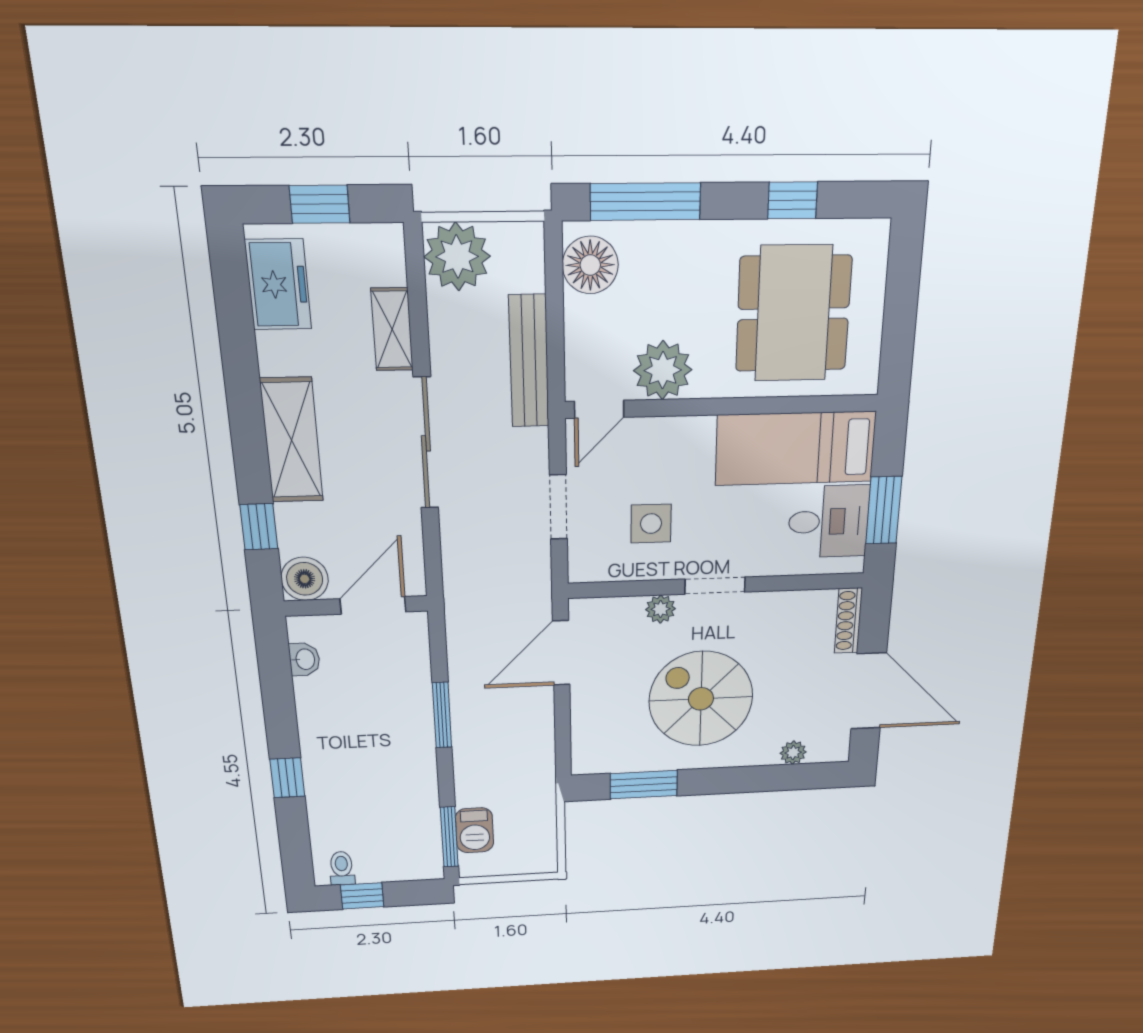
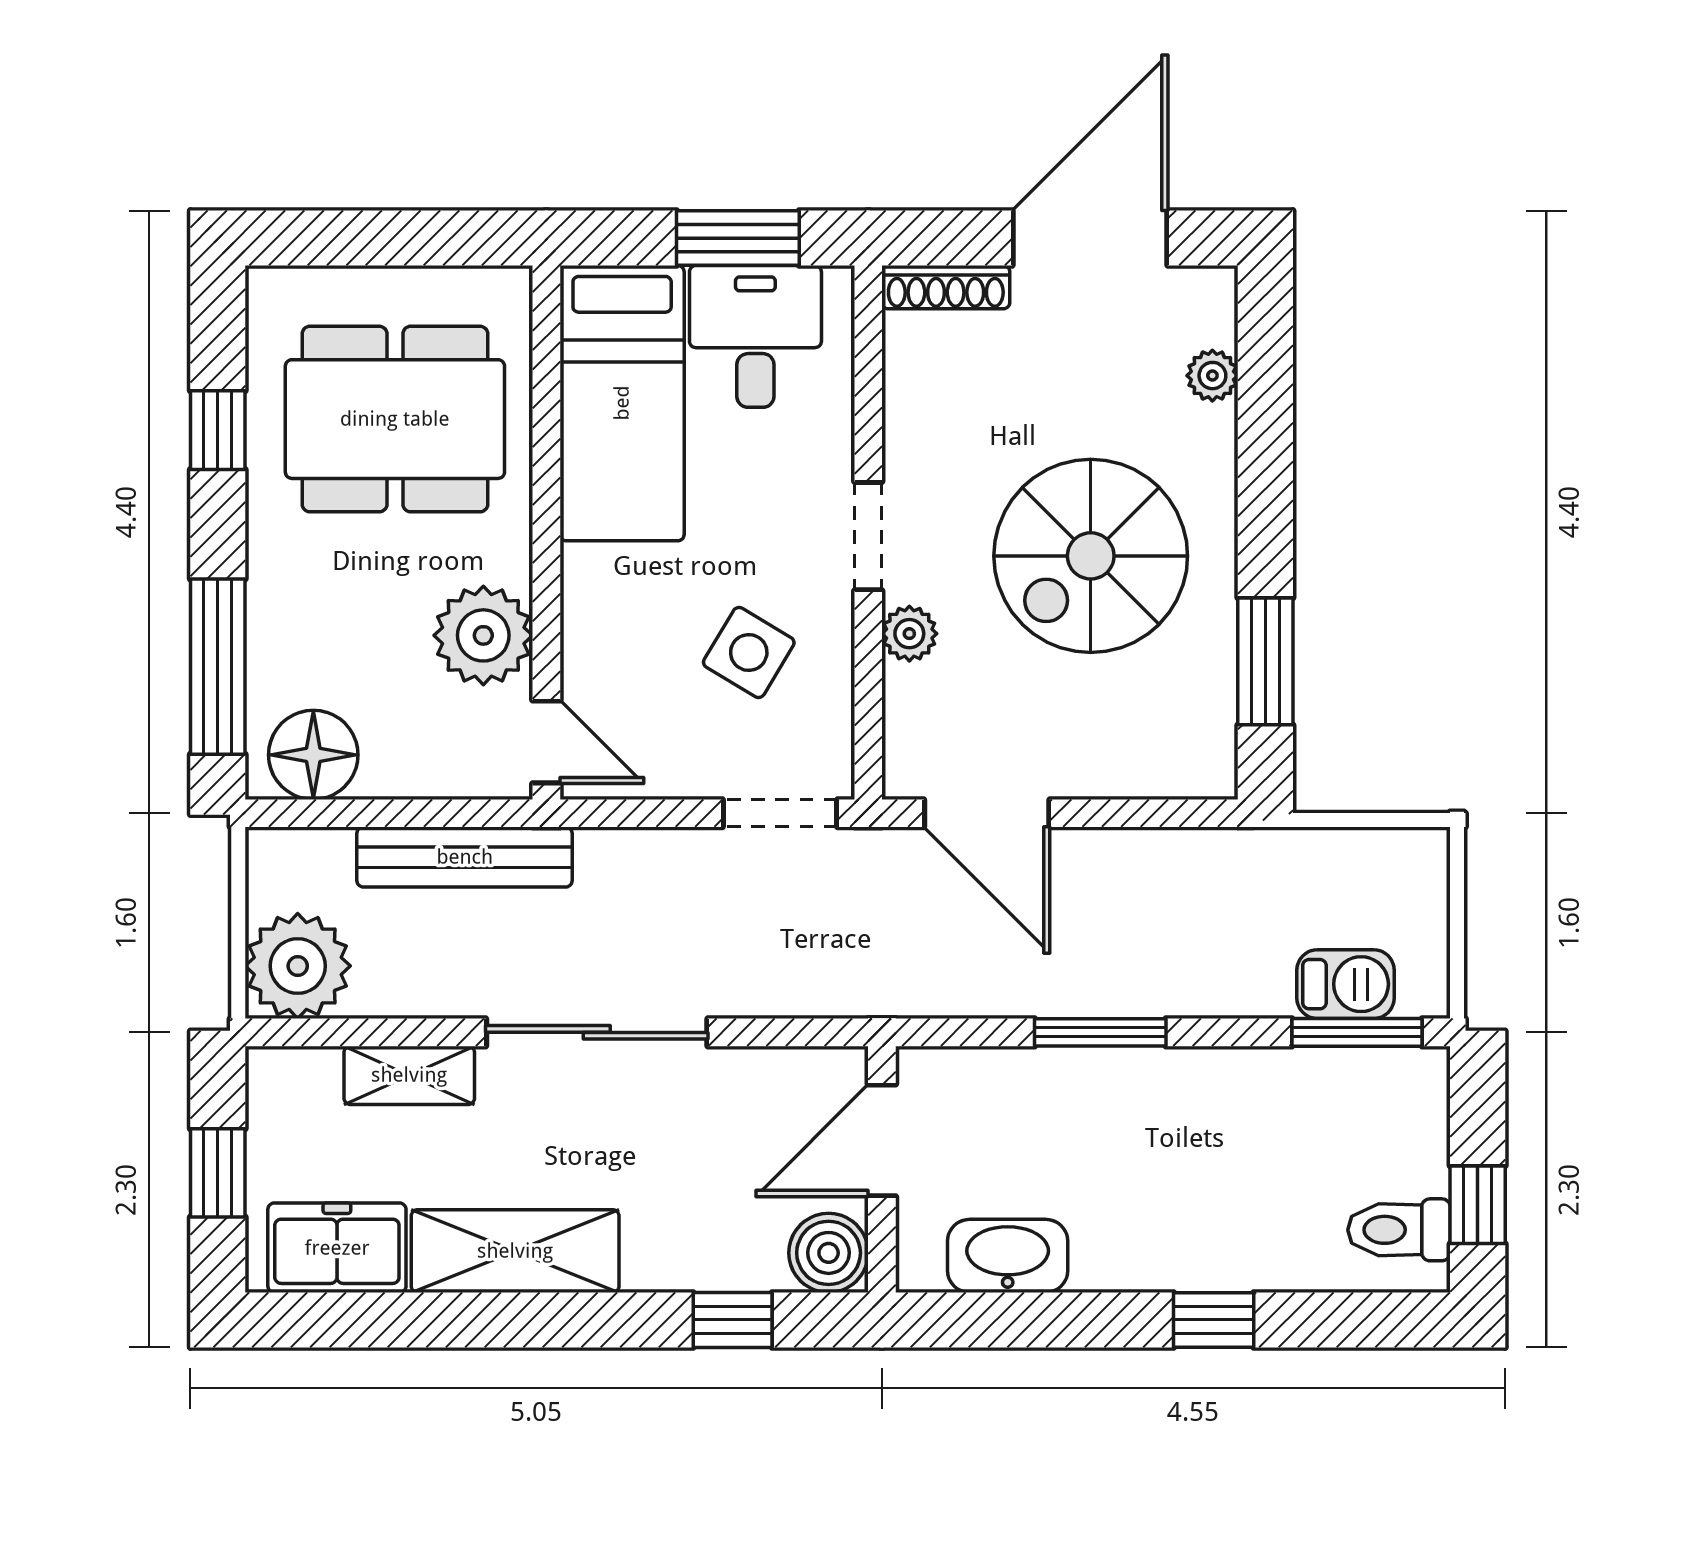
shelving: (292, 440) -> (515, 1251), moved
doorway: (558, 507) -> (780, 813), moved
side table: (651, 524) -> (749, 652), turned 31
door: (373, 605) -> (882, 1140), hinge flipped
washbasin: (304, 659) -> (1008, 1256), width x1.91, depth x1.45
toilet: (342, 868) -> (1399, 1230), width x1.37, depth x1.39

